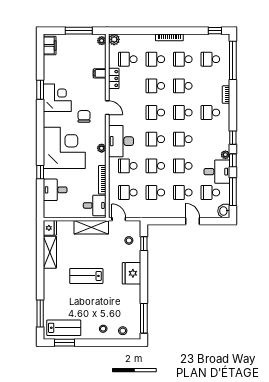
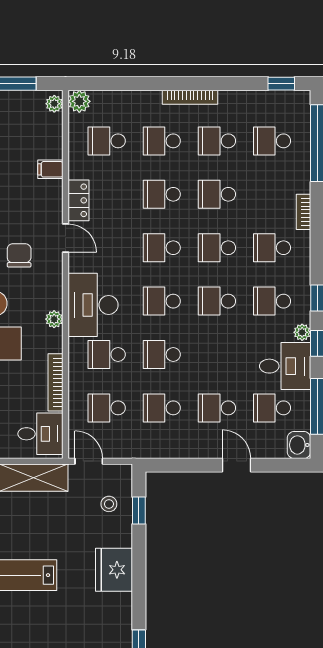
locker: (114, 78) -> (78, 200), moved
school desk: (183, 166) -> (272, 301), moved

